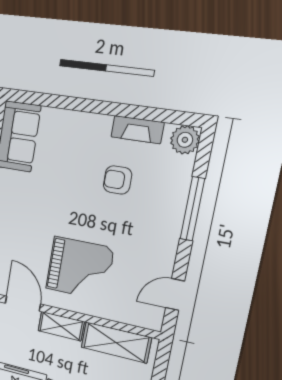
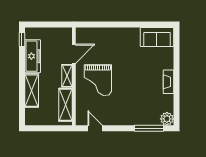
fireplace: (137, 130) -> (168, 82), moved
armchair: (118, 180) -> (144, 91), removed
window: (192, 209) -> (149, 128), moved

